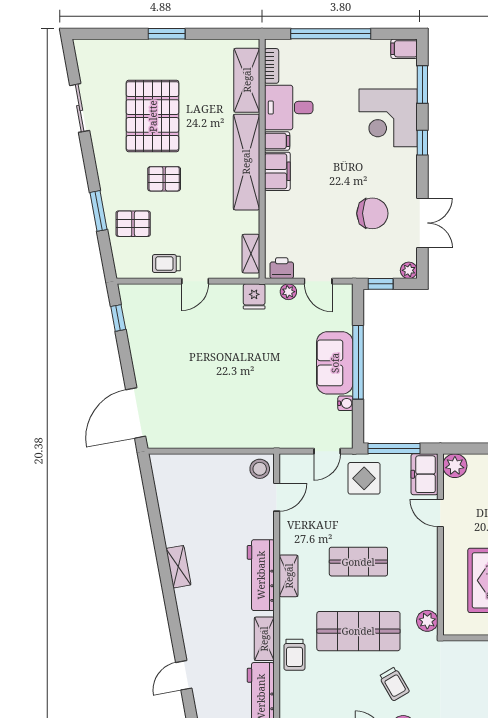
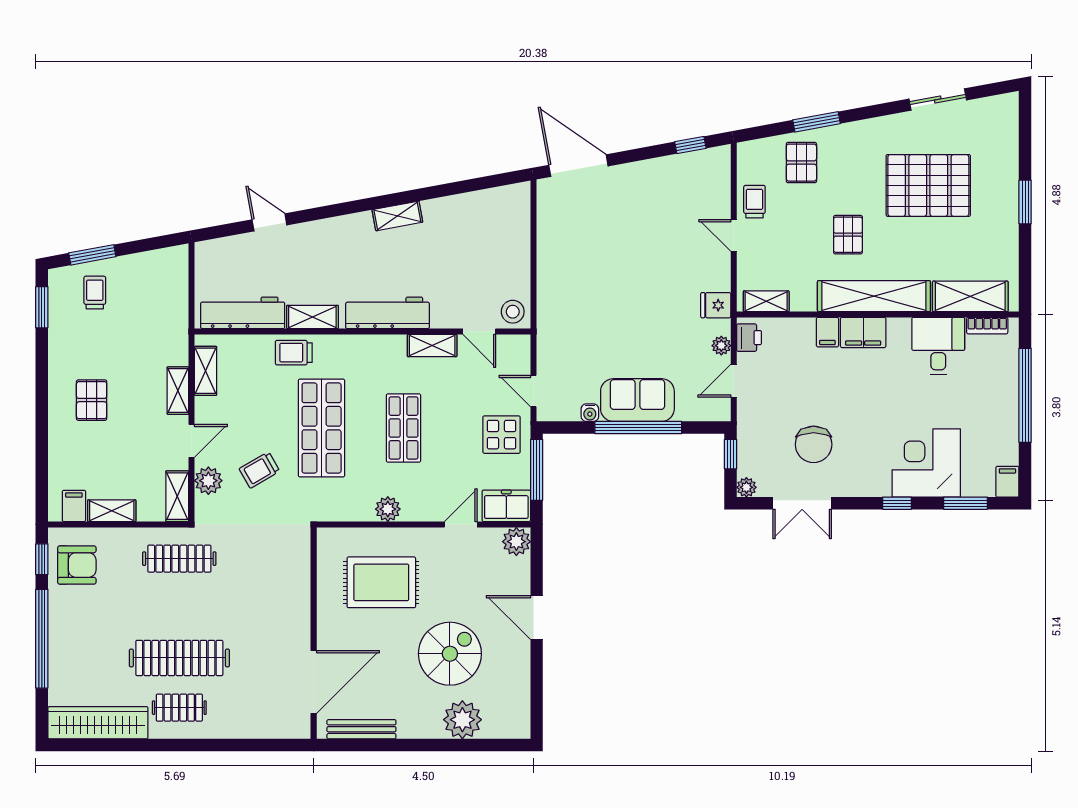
filing cabinet: (277, 141) -> (827, 332), moved
pallet: (164, 179) -> (848, 235), moved
shelving: (289, 576) -> (432, 346), moved
plant: (427, 621) -> (388, 509), moved

